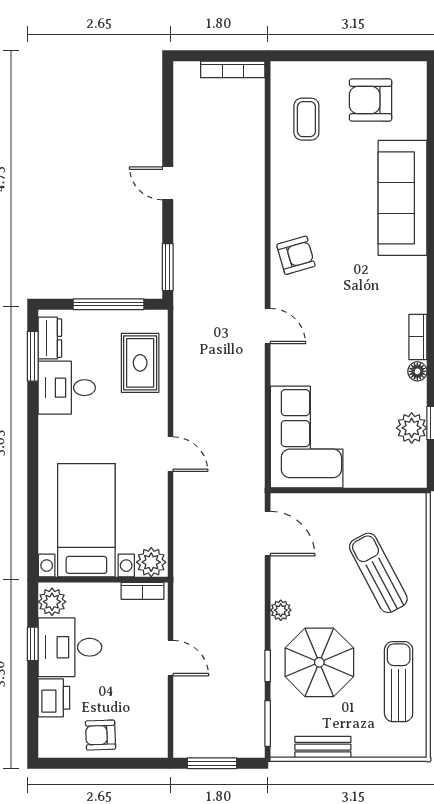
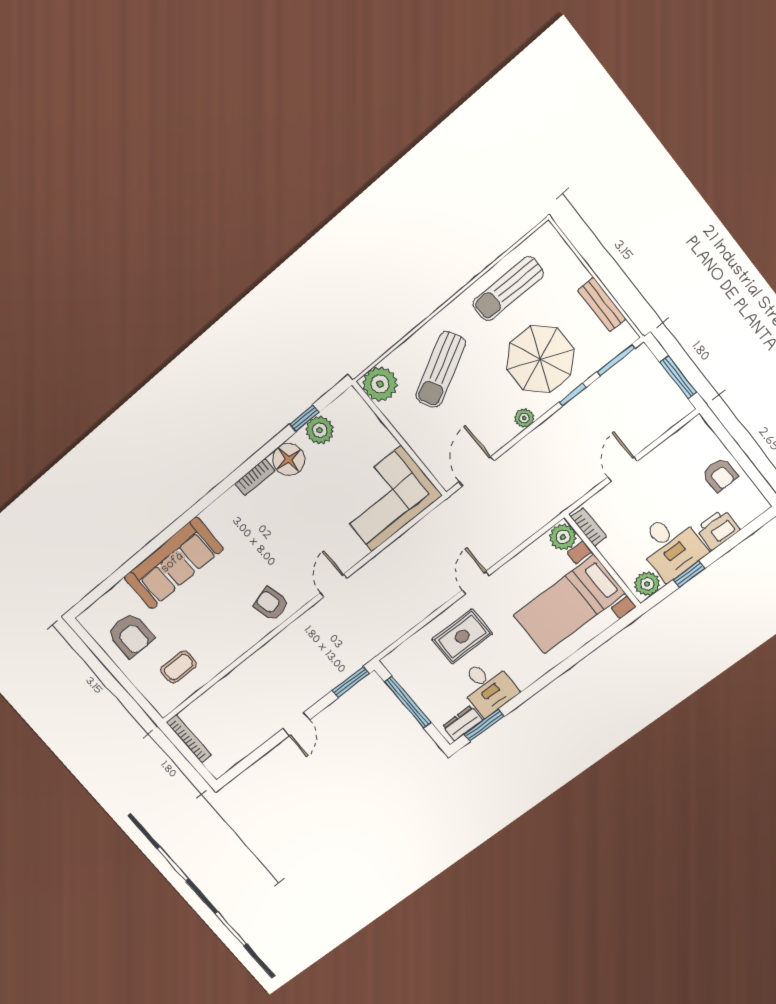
rug: (140, 363) -> (462, 636), moved
floor lamp: (417, 371) -> (289, 459), width x1.89, depth x1.89
plant: (408, 512) -> (380, 384), added

